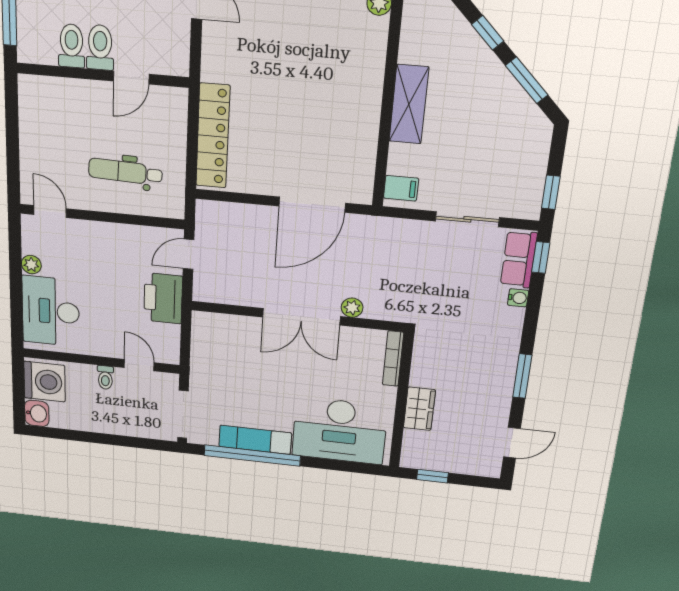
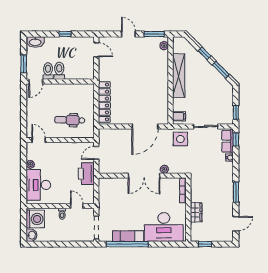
door: (131, 78) -> (36, 82), moved
shelving: (409, 104) -> (179, 76), width x1.47
side table: (399, 243) -> (180, 139), added

